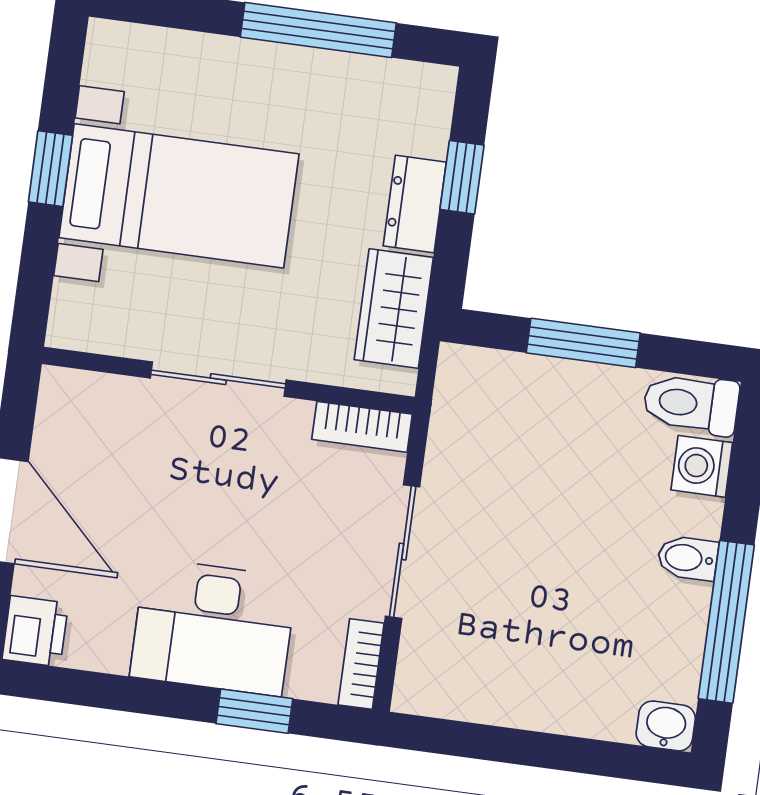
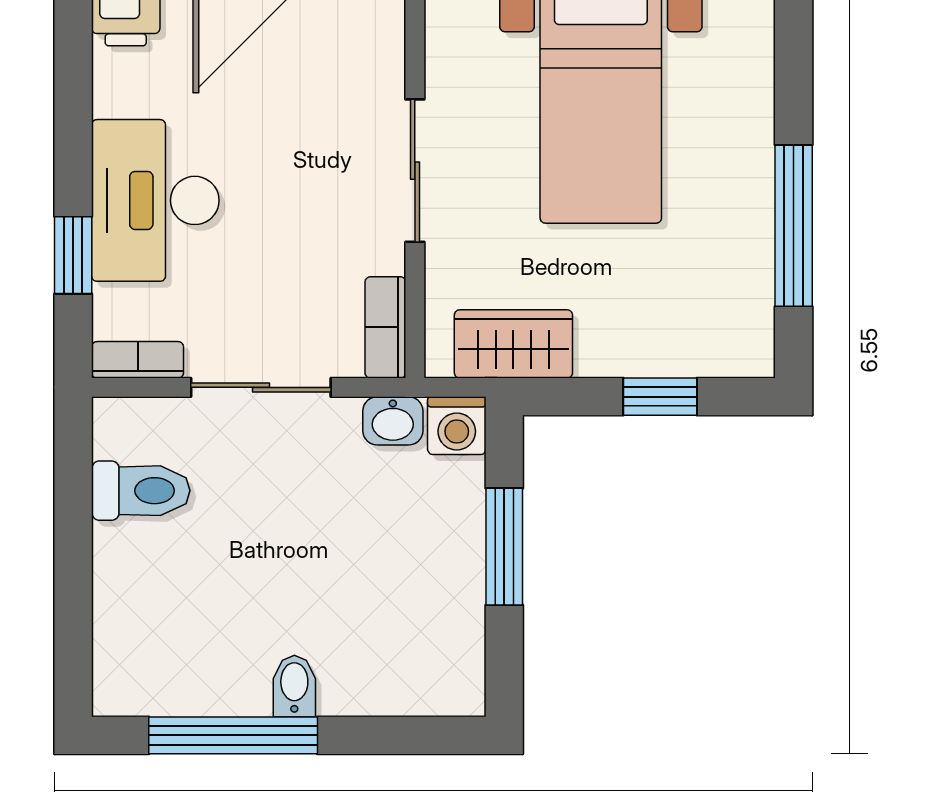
dresser: (415, 204) -> (626, 351), removed
toilet: (691, 404) -> (141, 491), moved, turned 90
washing machine: (702, 466) -> (457, 426), moved, turned 180
washbasin: (666, 726) -> (393, 421), moved, turned 90

